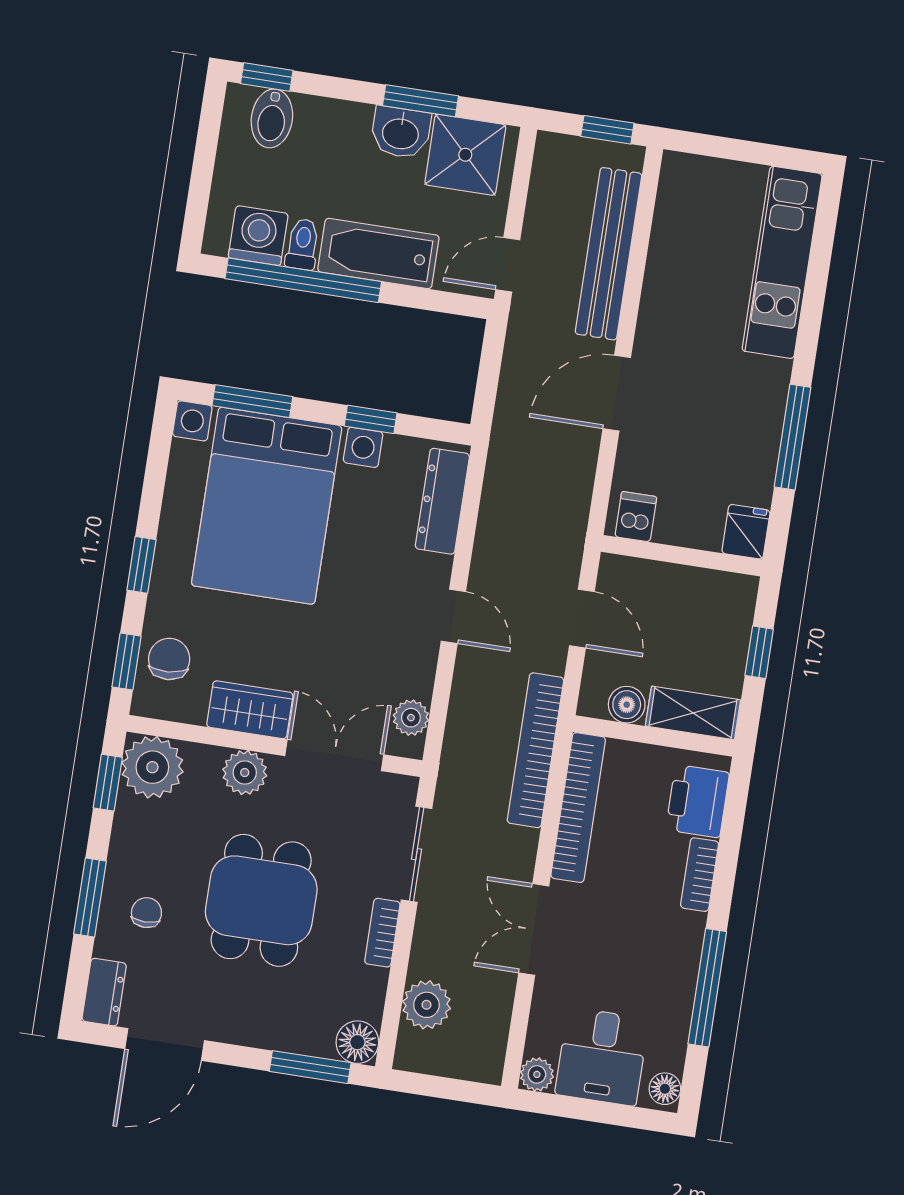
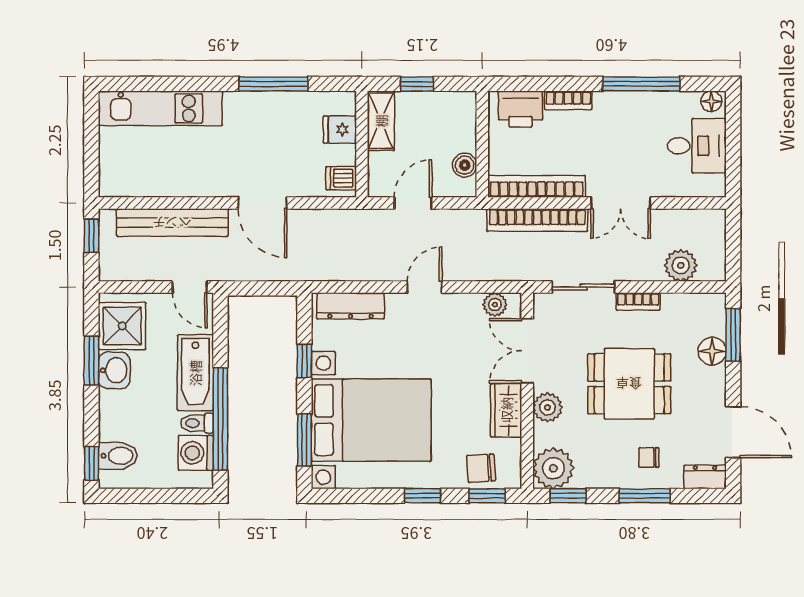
fridge: (746, 532) -> (340, 130), moved
shelving: (693, 713) -> (381, 121), moved
bookcase: (535, 750) -> (537, 220), moved
floor lamp: (357, 1042) -> (712, 351), moved
plant: (537, 1074) -> (715, 186), removed

